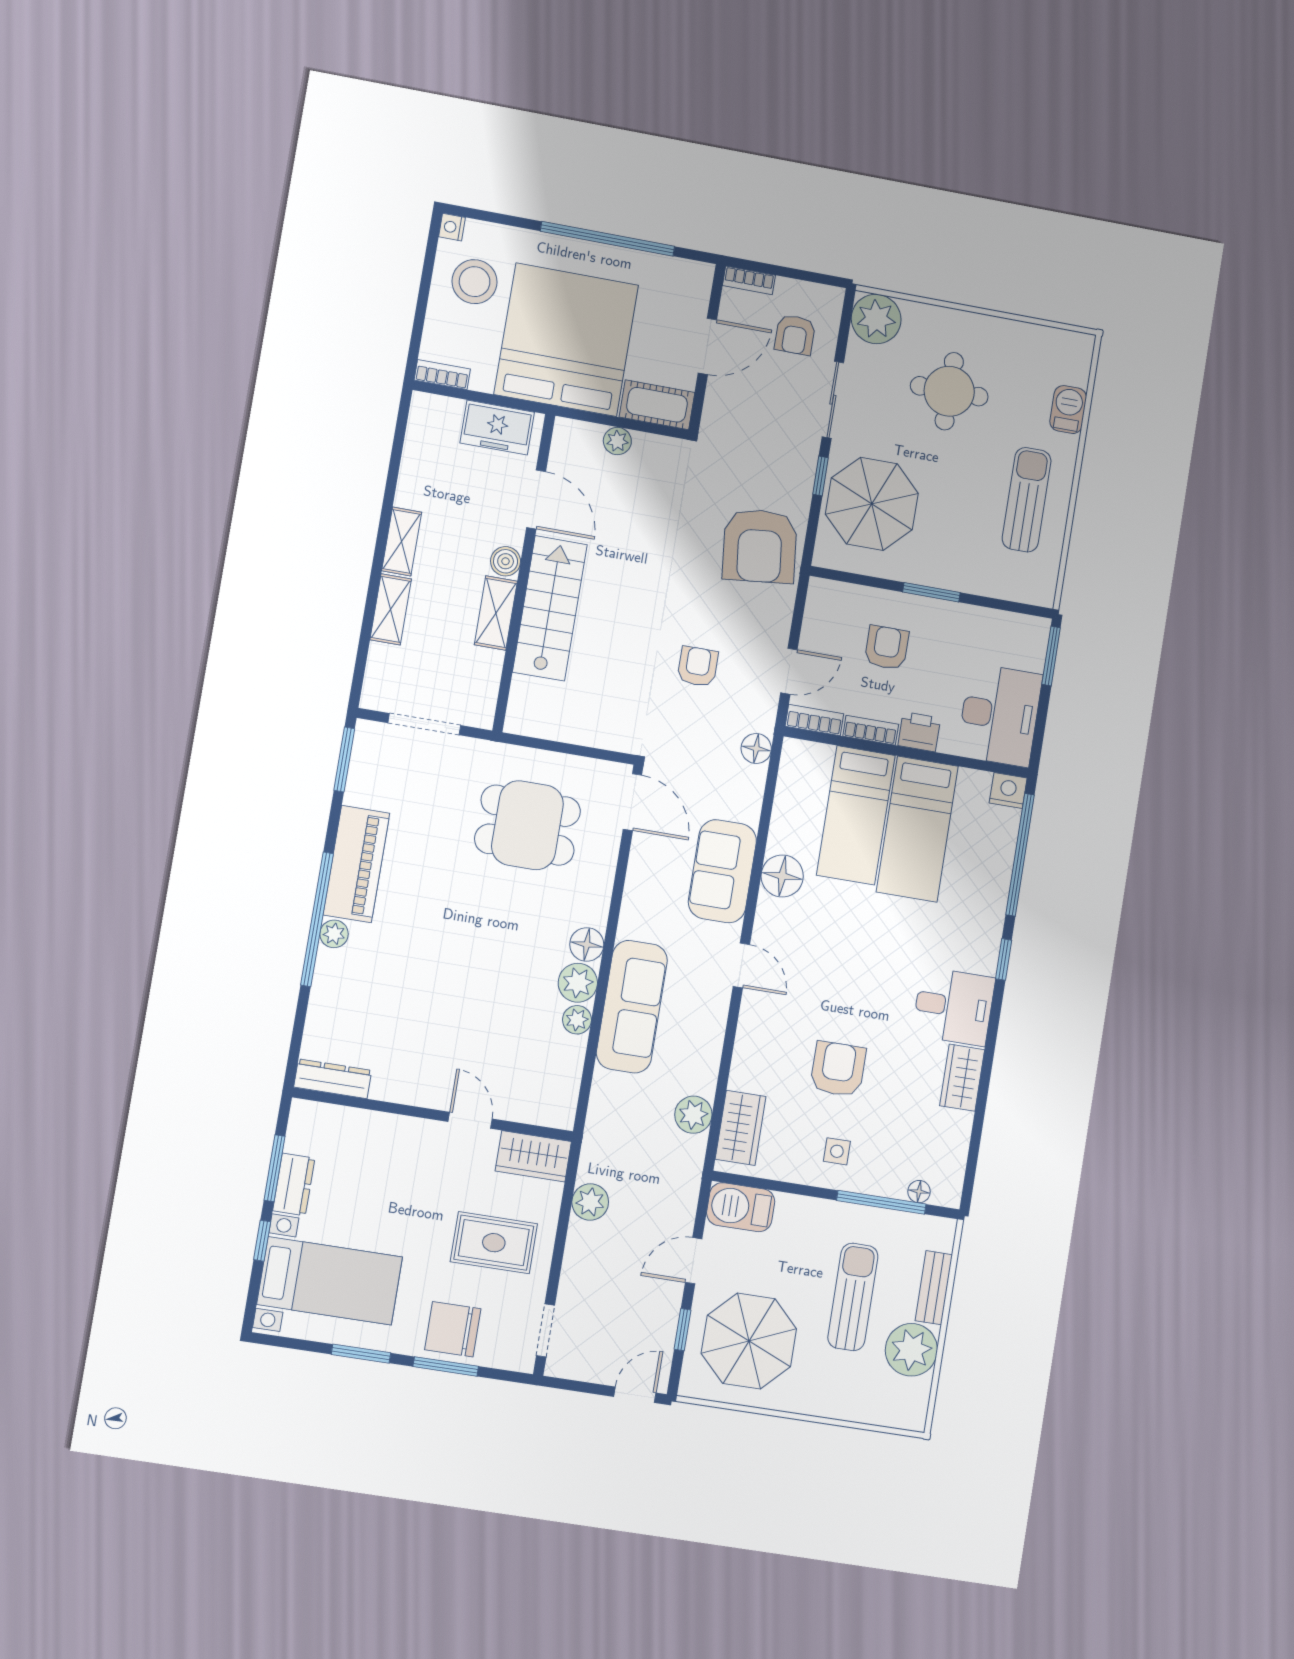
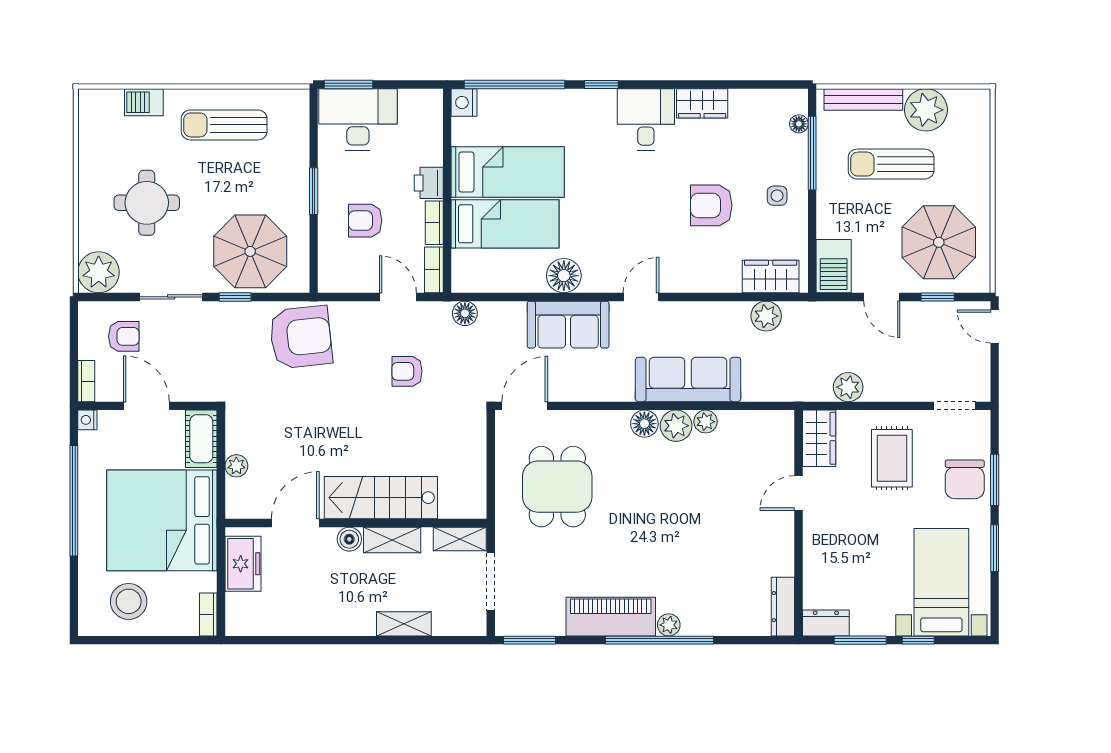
nightstand: (452, 227) -> (87, 420), moved, turned 90
shelving: (402, 542) -> (460, 539), moved
desk: (1000, 715) -> (358, 119), moved
dresser: (294, 1184) -> (826, 623), moved
bench: (934, 1288) -> (863, 100), width x1.36

